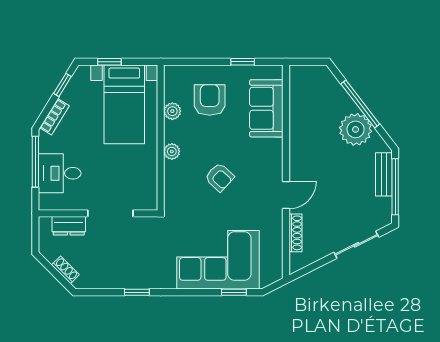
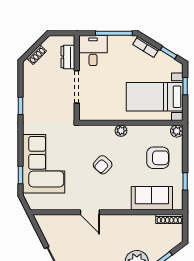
plant: (172, 111) -> (177, 131), moved
desk: (60, 173) -> (93, 51), moved
shoe rack: (296, 233) -> (169, 219), moved

